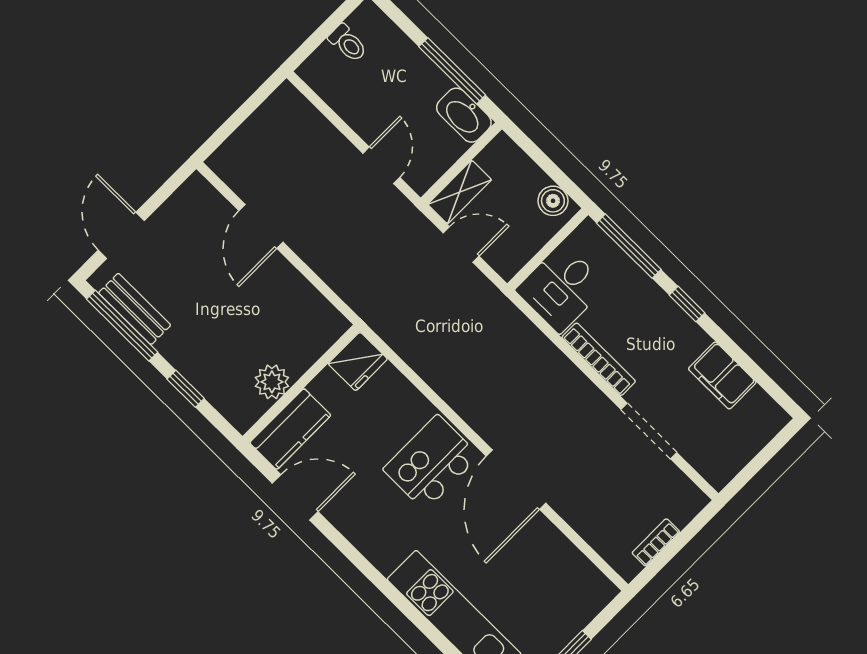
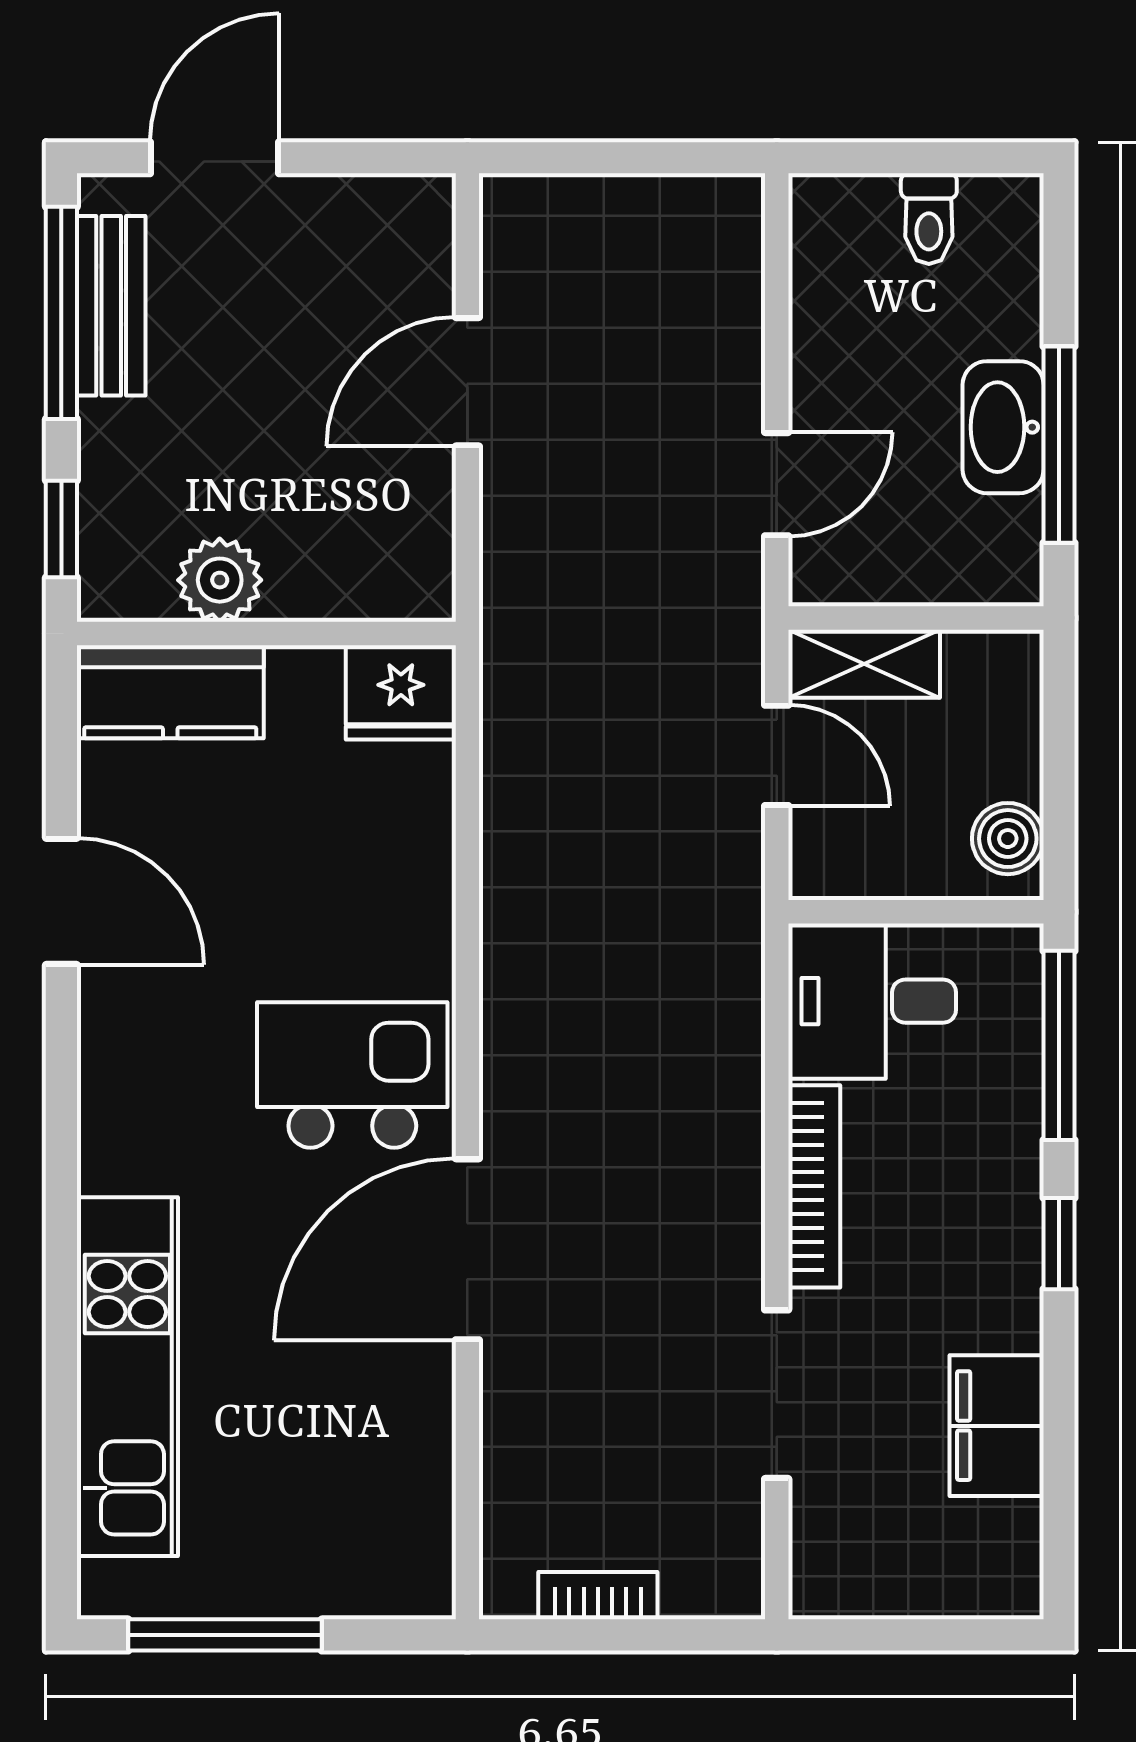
washbasin: (464, 115) -> (1003, 427), moved
fridge: (358, 361) -> (401, 692), moved
plant: (272, 382) -> (220, 580), moved
wall: (301, 384) -> (266, 633), moved
kitchen counter: (290, 429) -> (170, 692), moved

